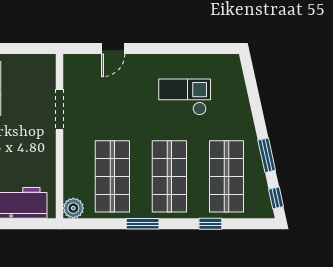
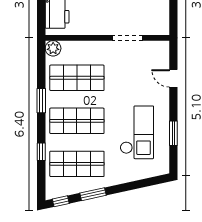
window: (186, 48) -> (173, 133), added
checkout: (185, 97) -> (137, 132), width x1.36, depth x1.21

